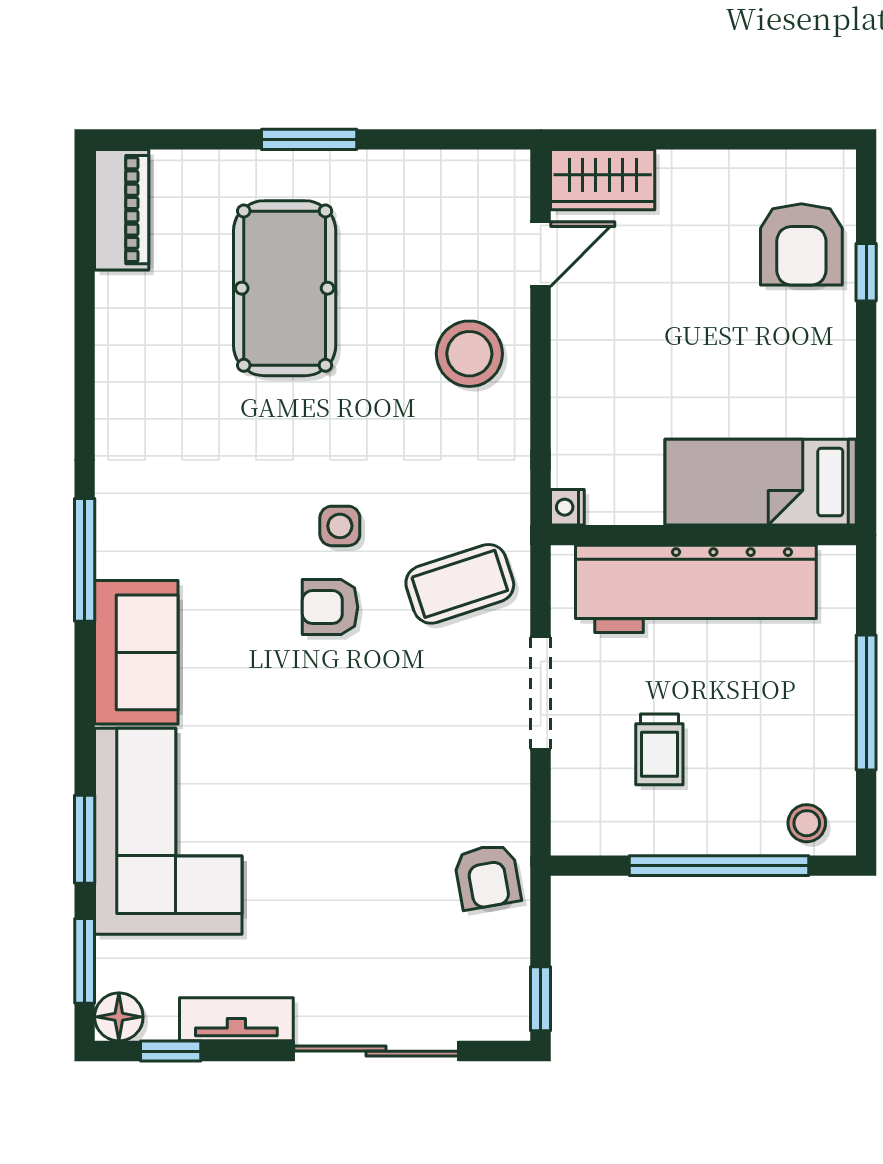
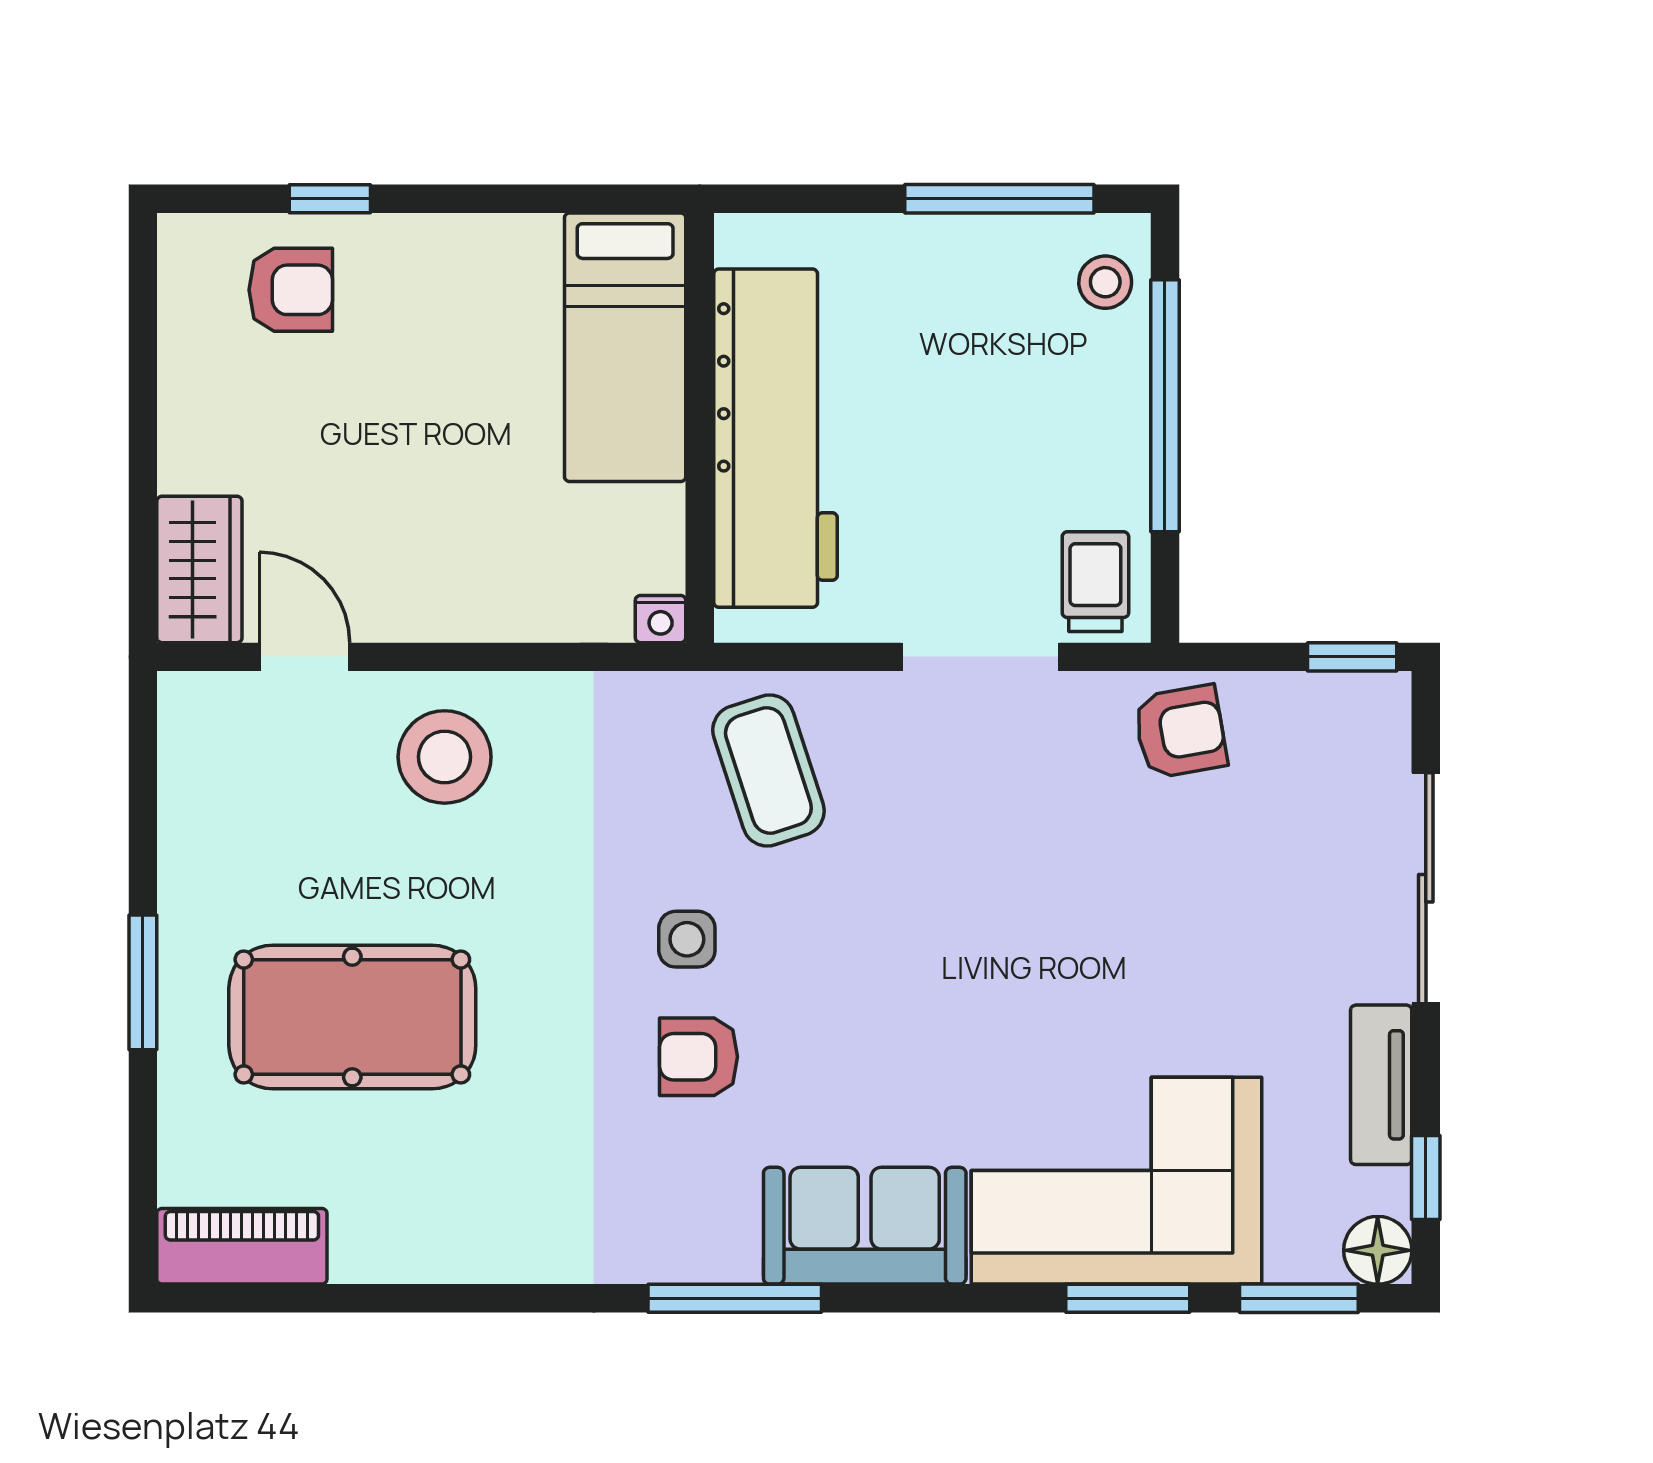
armchair: (801, 244) -> (291, 290), width x0.72, depth x0.72
armchair: (330, 607) -> (698, 1057), moved, turned 90
doorway: (541, 693) -> (980, 657), moved
window: (866, 703) -> (999, 199), moved
trolley: (659, 749) -> (1095, 582), moved, turned -90

